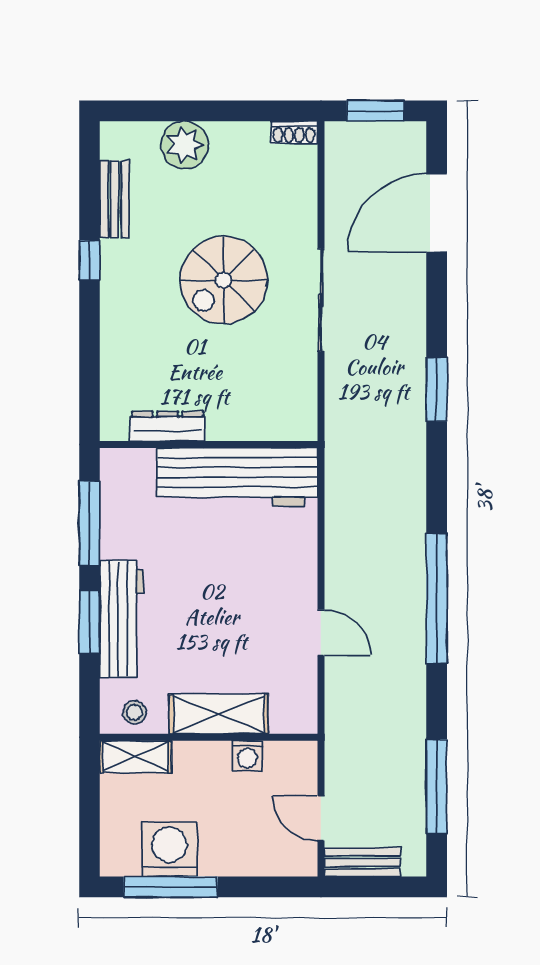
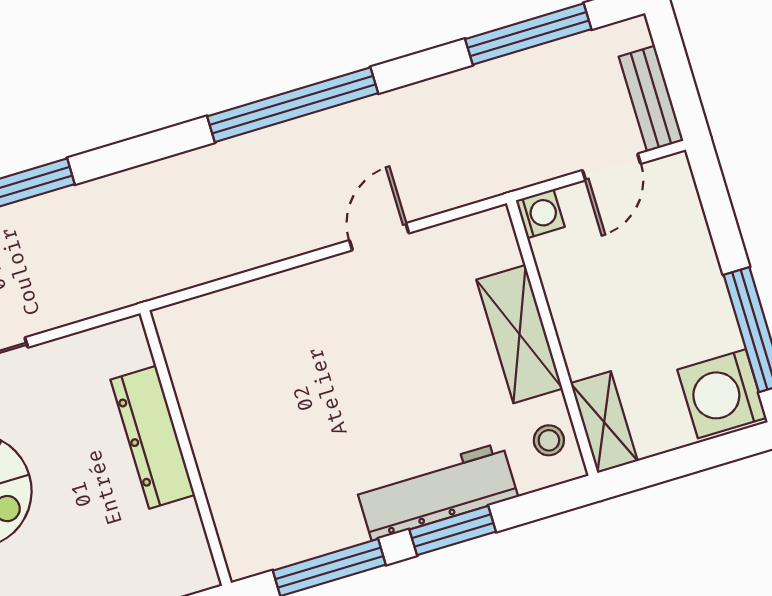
dresser: (167, 426) -> (153, 437), moved, width x1.37, depth x1.24
workbench: (237, 477) -> (216, 400), removed
washing machine: (247, 756) -> (540, 214), moved
washing machine: (169, 849) -> (722, 394), moved

